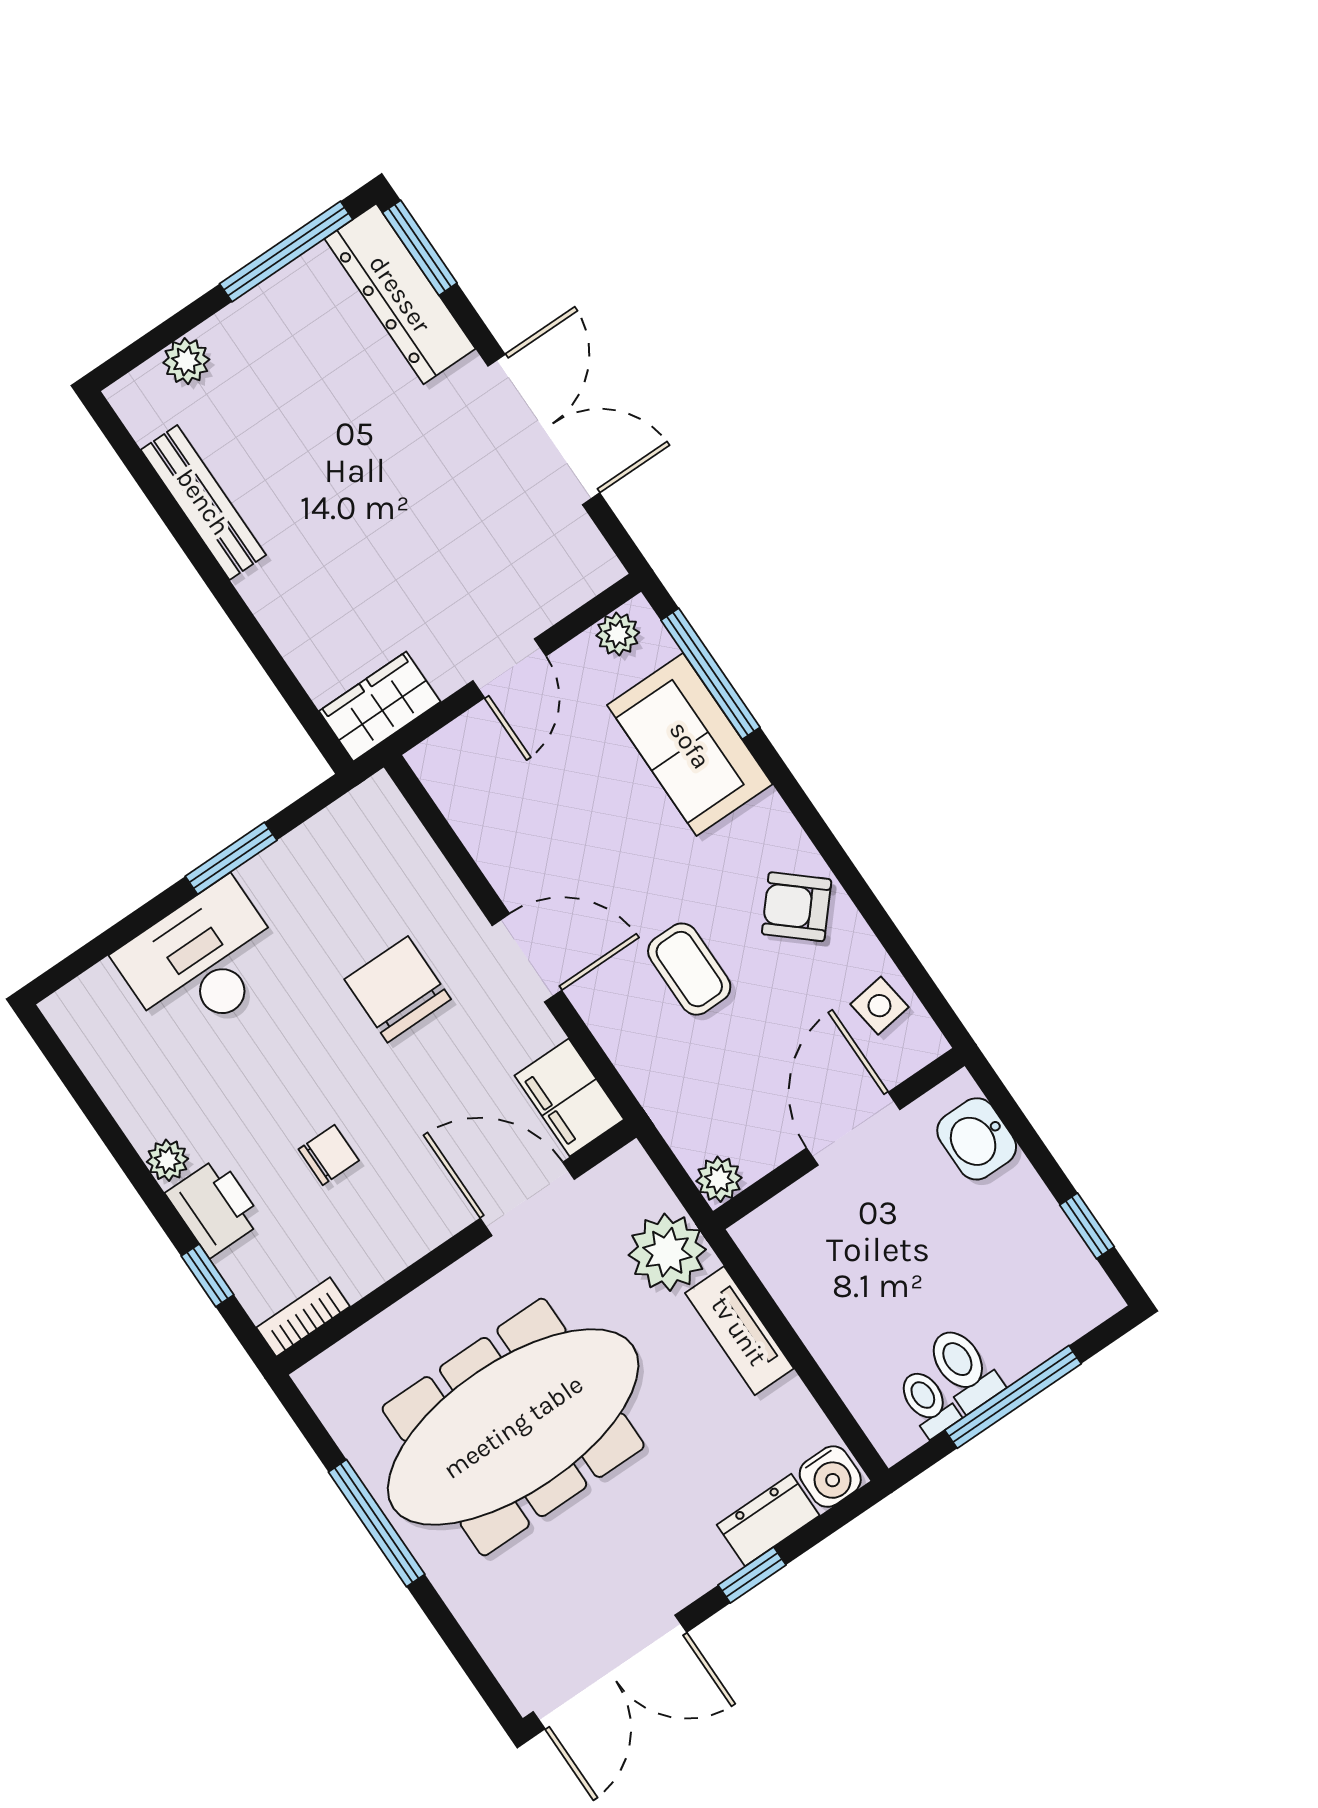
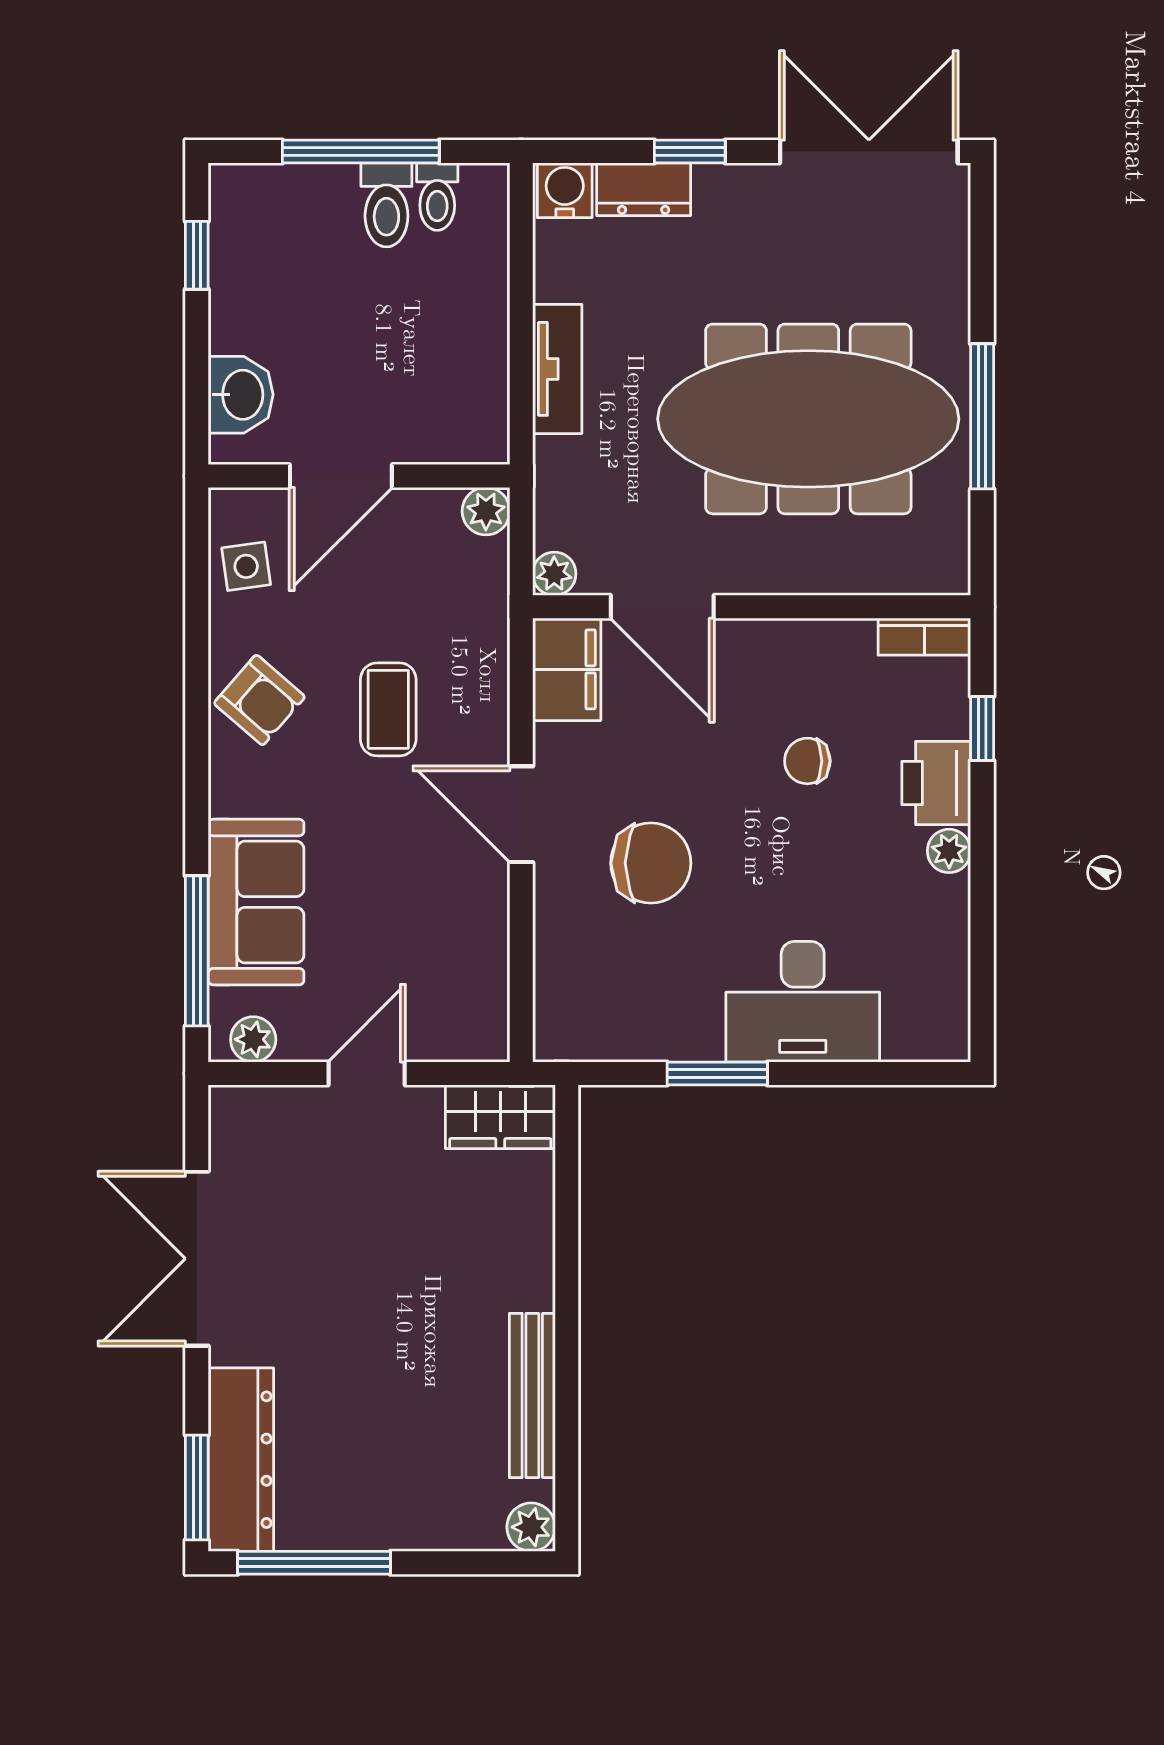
plant: (186, 361) -> (531, 1527), moved
chair: (398, 989) -> (651, 863), turned -90
plant: (667, 1252) -> (554, 574), moved, width x0.53, depth x0.53

